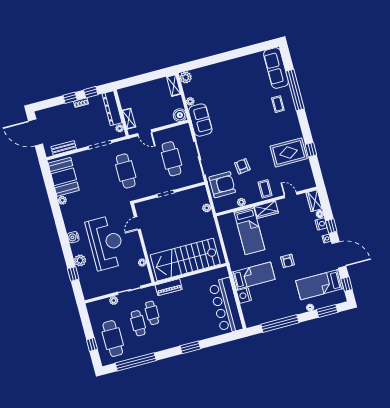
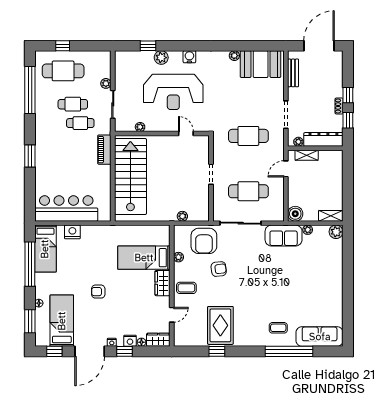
bed: (253, 276) -> (45, 249), moved

